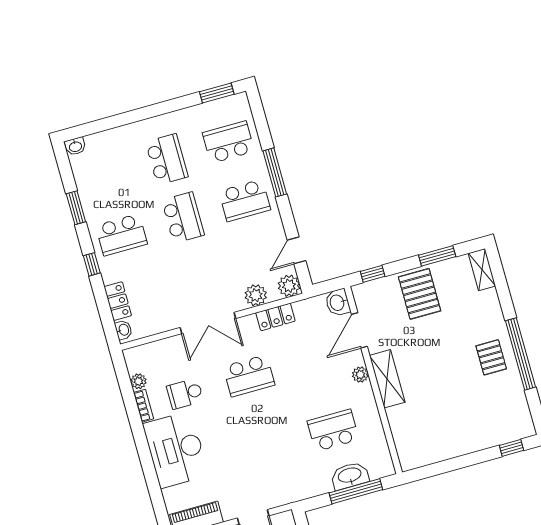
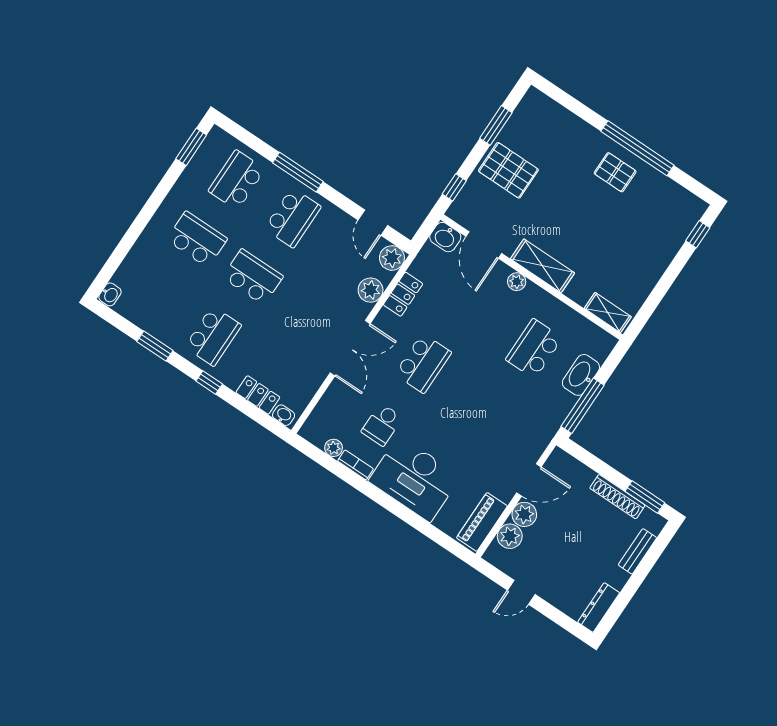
shelving: (482, 270) -> (608, 313), moved
window: (356, 491) -> (583, 406), moved

